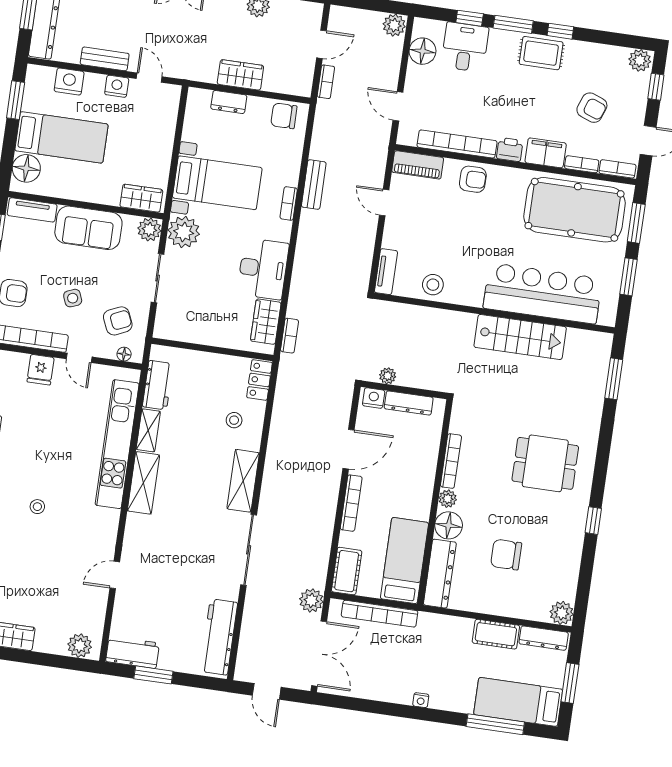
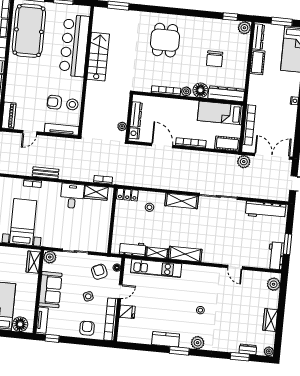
armchair: (473, 179) -> (54, 102), moved, turned -90
bench: (314, 185) -> (46, 173), moved
plant: (184, 232) -> (50, 239), removed
desk: (263, 269) -> (72, 196), width x0.73
tv unit: (386, 272) -> (62, 129), width x1.41
kitchen unit: (117, 444) -> (156, 268), width x0.73
window: (593, 521) -> (230, 17), moved

